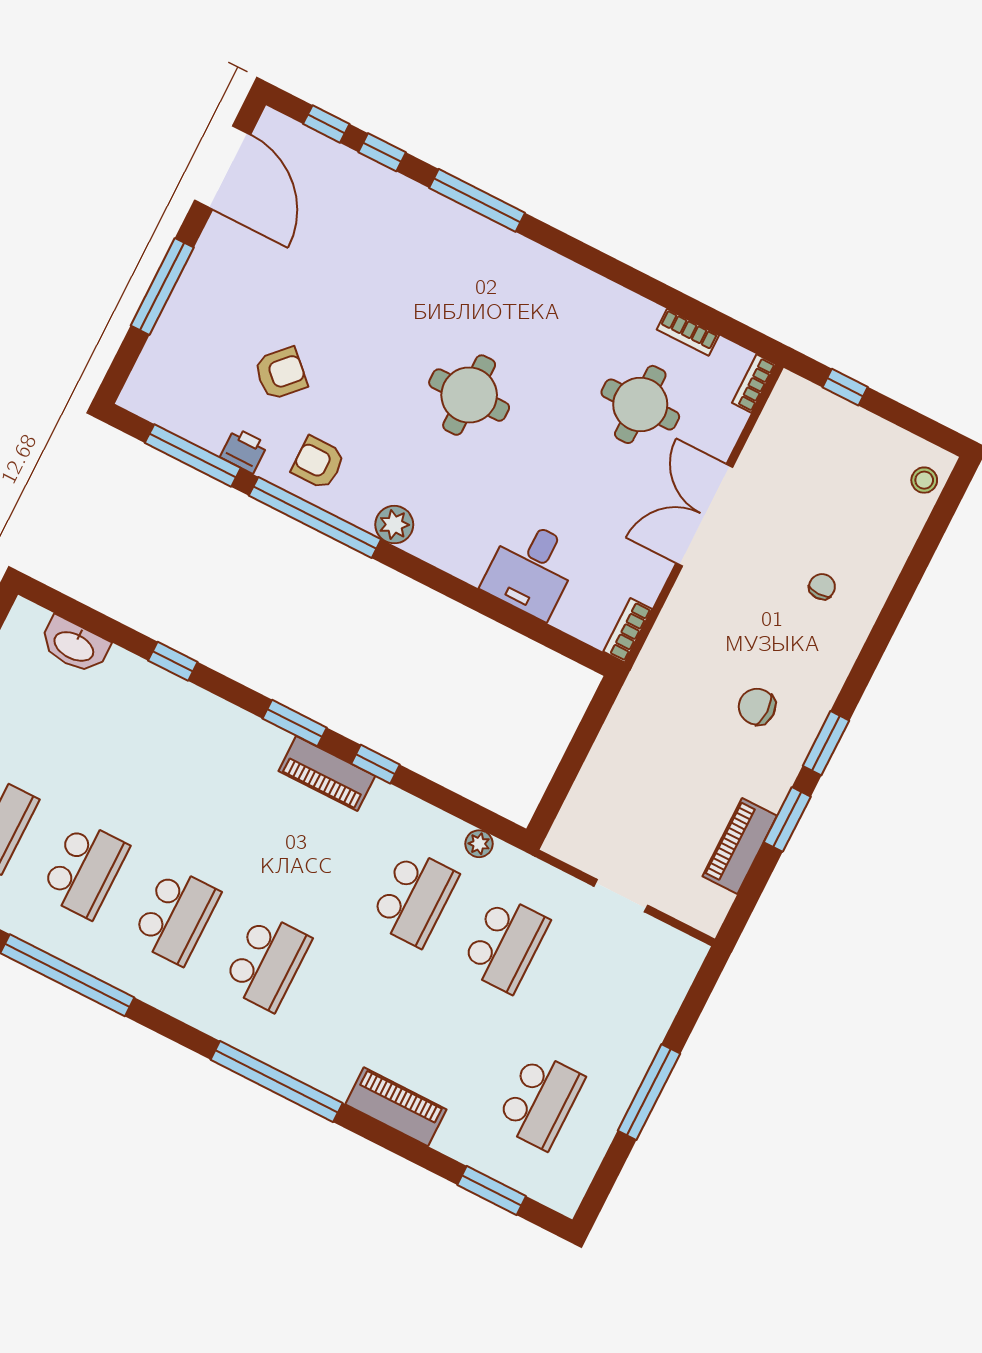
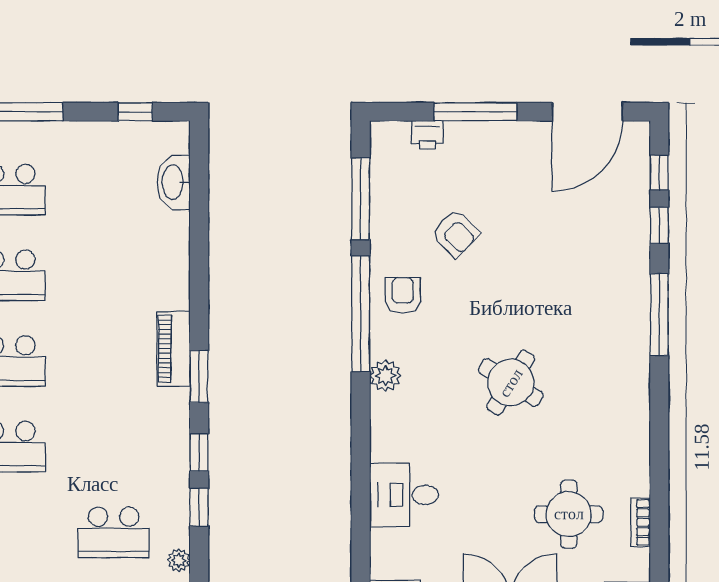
round table: (469, 395) -> (511, 383), turned 32
printer: (244, 451) -> (427, 135), moved, turned 90
window: (173, 661) -> (199, 507), moved
piano: (327, 774) -> (174, 349), moved

